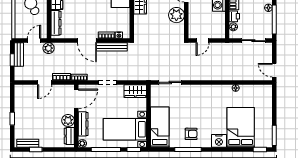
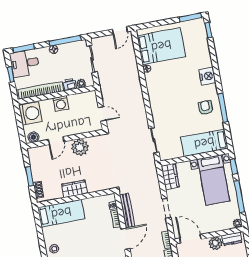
dresser: (83, 124) -> (216, 226), removed
bed: (241, 127) -> (161, 46), moved, turned 180

